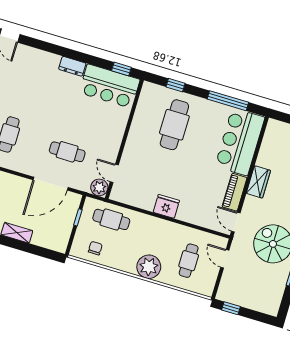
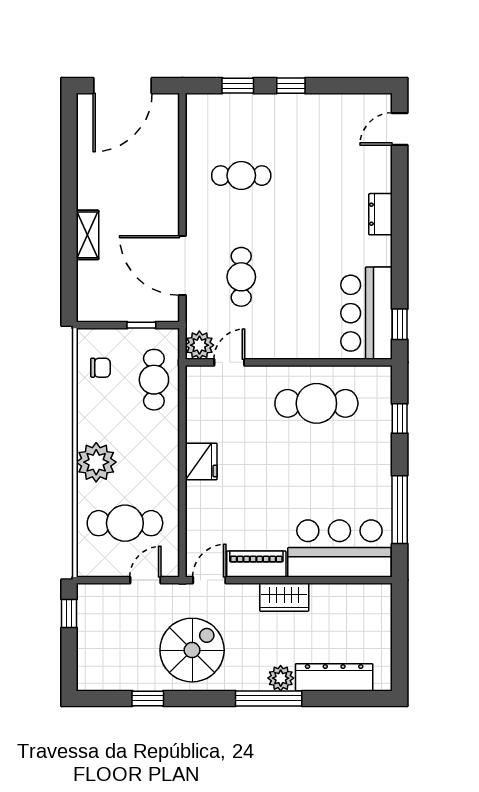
dresser: (72, 66) -> (381, 214), moved
cafe table: (174, 125) -> (316, 403), moved
cafe table: (189, 261) -> (125, 523), width x1.37, depth x1.35

